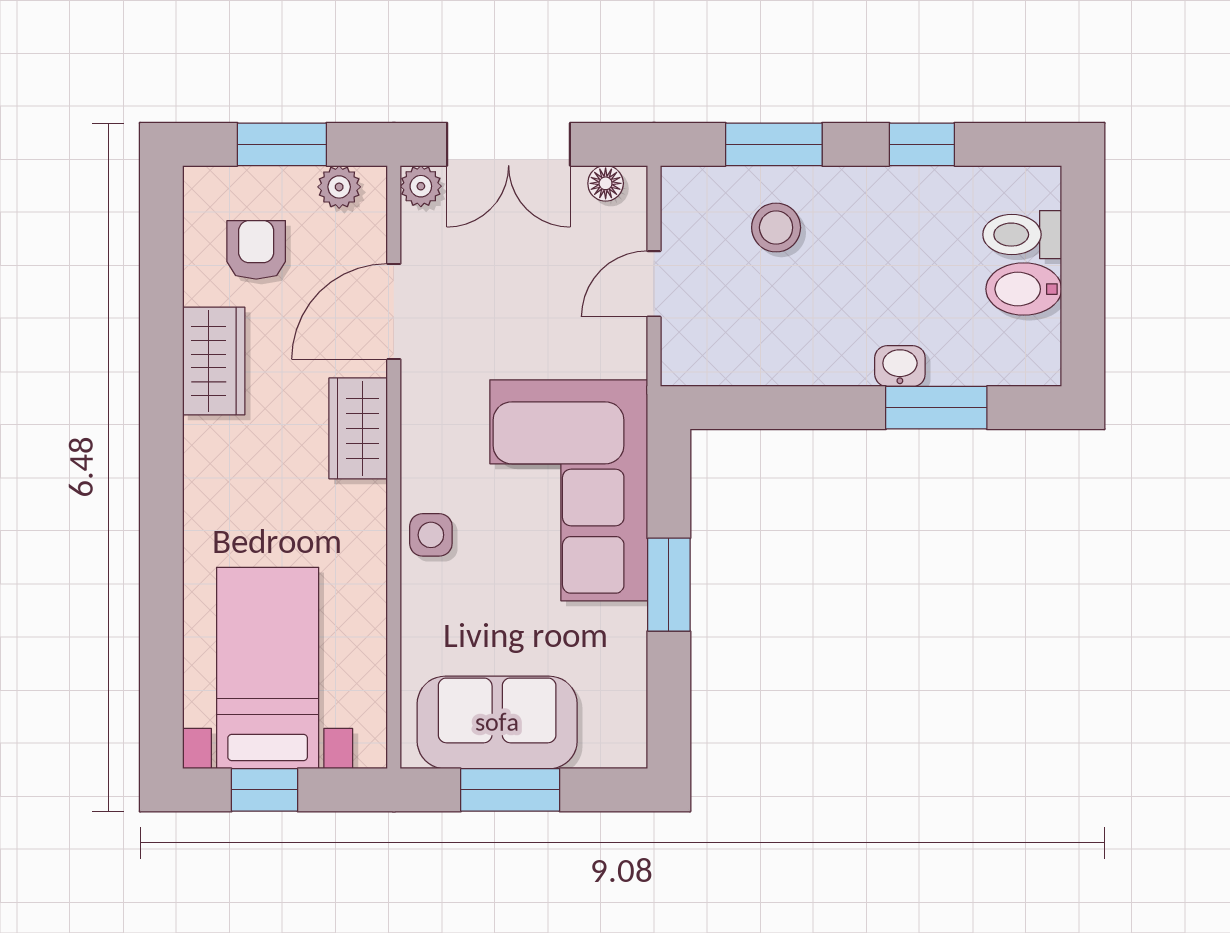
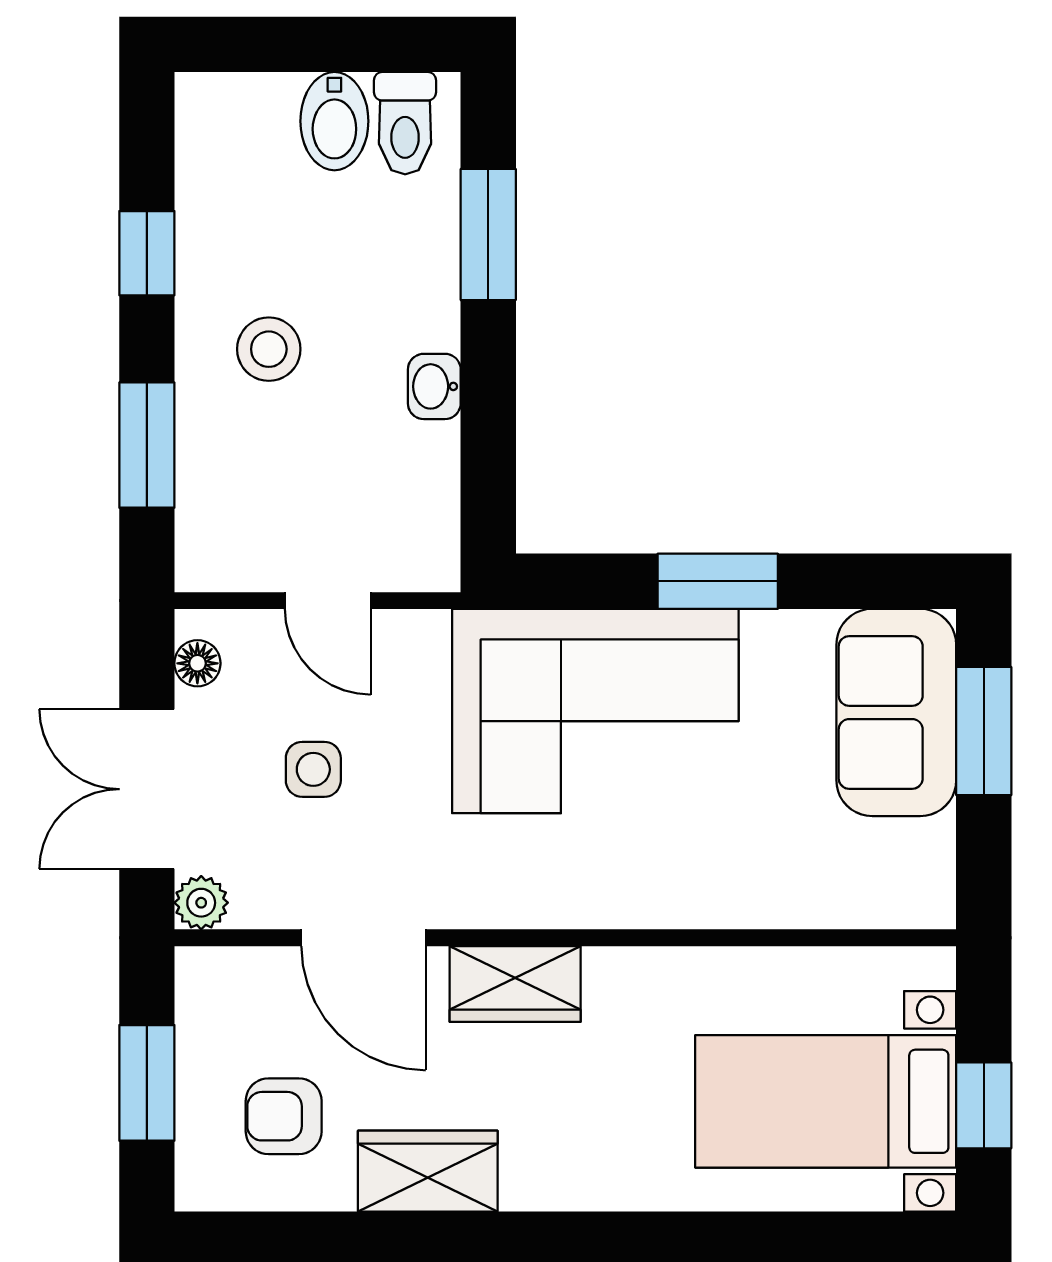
double door: (509, 144) -> (147, 789), swing flipped
plant: (339, 187) -> (202, 1009), removed
stool: (776, 228) -> (269, 349), moved
toilet: (1022, 235) -> (405, 123), moved
washbasin: (900, 366) -> (434, 386), moved
side table: (431, 535) -> (313, 769), moved
sofa: (497, 722) -> (896, 712), moved
window: (510, 790) -> (984, 731), moved

